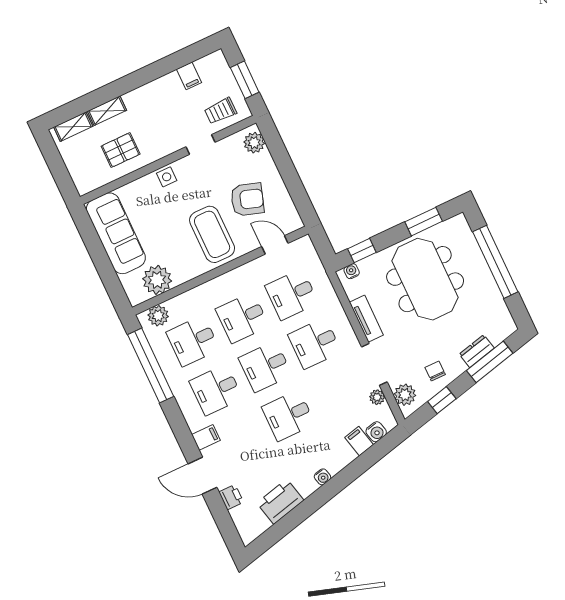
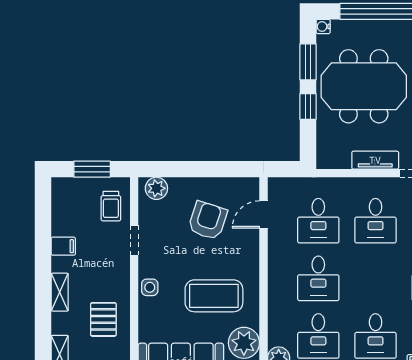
filing cabinet: (189, 76) -> (63, 246), moved
shelving: (107, 111) -> (60, 292), moved
coffee table: (212, 234) -> (214, 296), moved
window: (362, 251) -> (308, 106), moved
water cooler: (352, 271) -> (323, 26), moved
desk: (265, 367) -> (376, 278), removed

